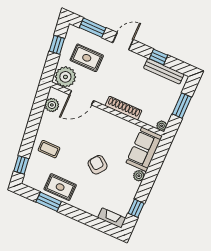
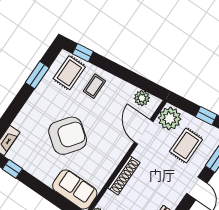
armchair: (98, 165) -> (68, 136), width x1.88, depth x1.88
plant: (139, 176) -> (47, 178), removed
rug: (60, 187) -> (69, 73), moved

